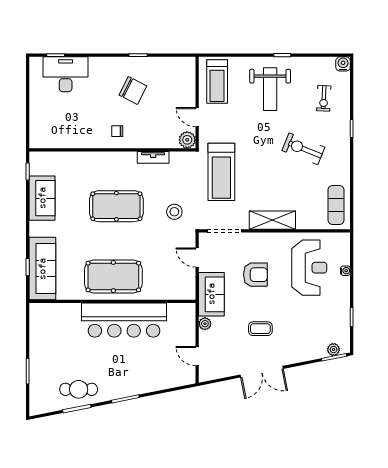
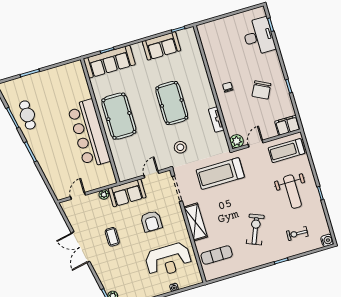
filing cabinet: (186, 71) -> (287, 125), added
weight bench: (270, 89) -> (292, 192), turned -90
exercise mat: (336, 205) -> (217, 255), moved

